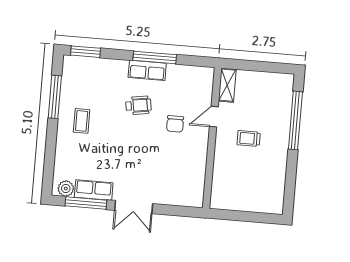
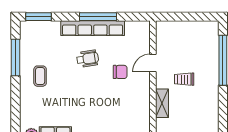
row of seats: (147, 70) -> (93, 28), width x2.02
shelving: (227, 85) -> (162, 103), moved
chair: (175, 124) -> (120, 72), turned -90

